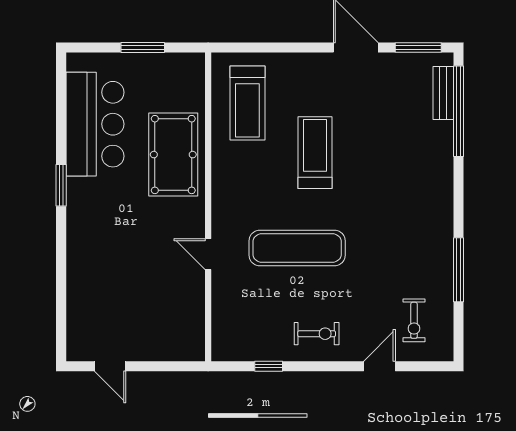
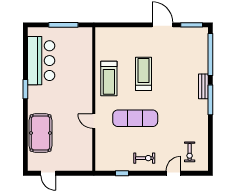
window: (143, 48) -> (63, 25), width x1.44
bench: (443, 93) -> (203, 86), moved
treadmill: (247, 103) -> (109, 78), moved
pool table: (173, 155) -> (41, 133), moved
window: (458, 270) -> (210, 100), moved

